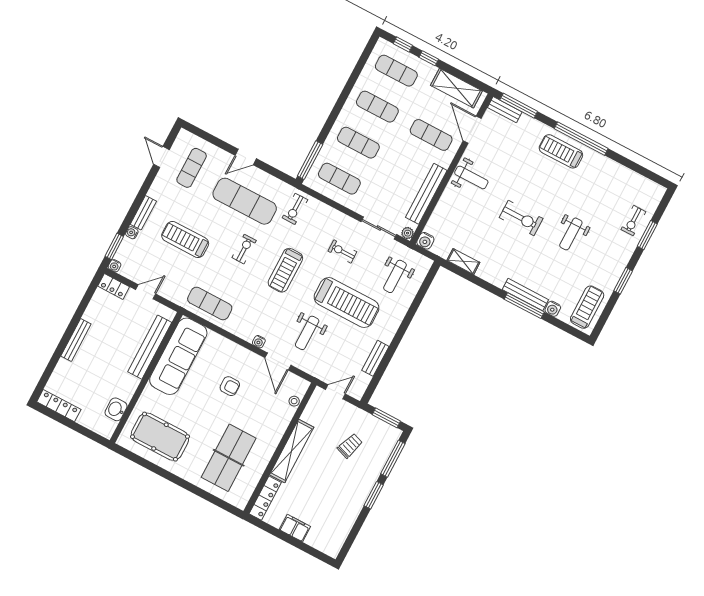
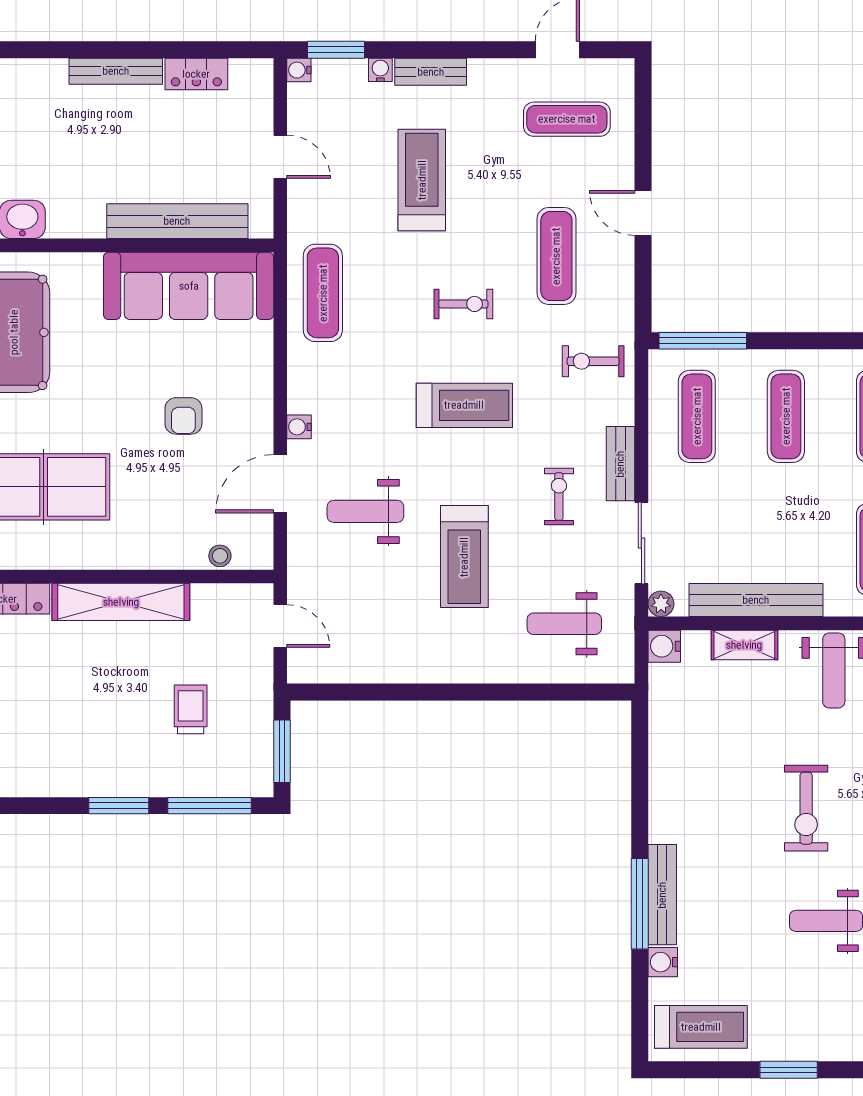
exercise mat: (245, 201) -> (556, 256), width x0.73, depth x0.69
shelving: (463, 261) -> (744, 645), moved, turned 90
treadmill: (285, 270) -> (464, 405), turned 180
locker: (114, 286) -> (196, 74), moved, turned -90
treadmill: (346, 303) -> (464, 557), width x0.73, depth x0.73
bench: (375, 358) -> (620, 464), moved, turned 90
trolley: (350, 446) -> (191, 709), turned -109

